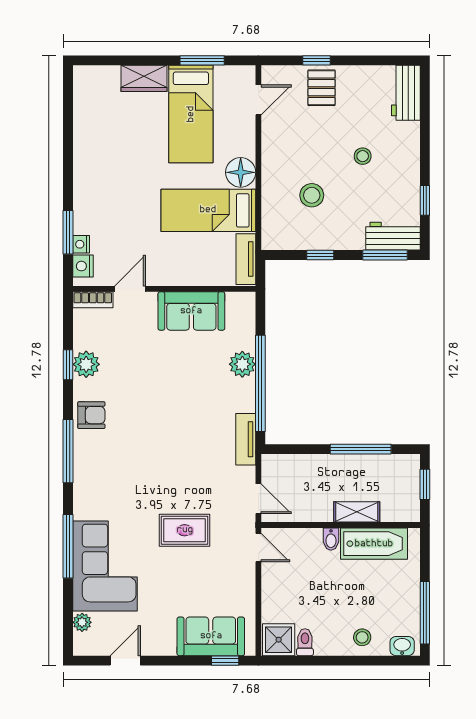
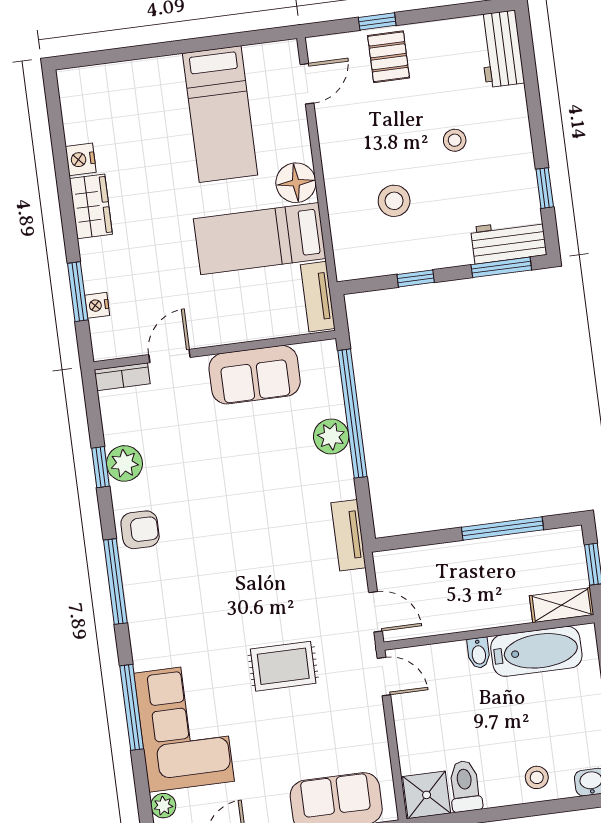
window: (202, 60) -> (226, 41), removed
wardrobe: (144, 78) -> (91, 206), moved, turned -90
nightstand: (83, 266) -> (81, 159), moved
window: (260, 383) -> (352, 414), moved
shelving: (357, 512) -> (562, 605), moved
toilet: (305, 642) -> (465, 786), width x1.37, depth x1.39

